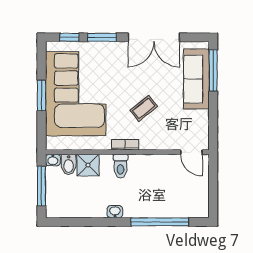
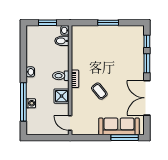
corner sofa: (76, 94) -> (109, 46), removed
door: (191, 152) -> (70, 123), hinge flipped
shower: (88, 165) -> (61, 96), moved
window: (42, 186) -> (47, 23), width x0.69
washing machine: (162, 211) -> (31, 103), added

